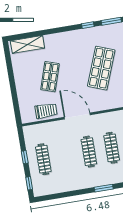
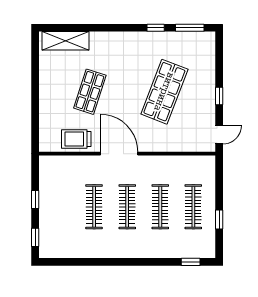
trolley: (46, 111) -> (76, 139), turned 180
clothes rail: (43, 159) -> (94, 207), moved
window: (104, 188) -> (140, 262), removed

